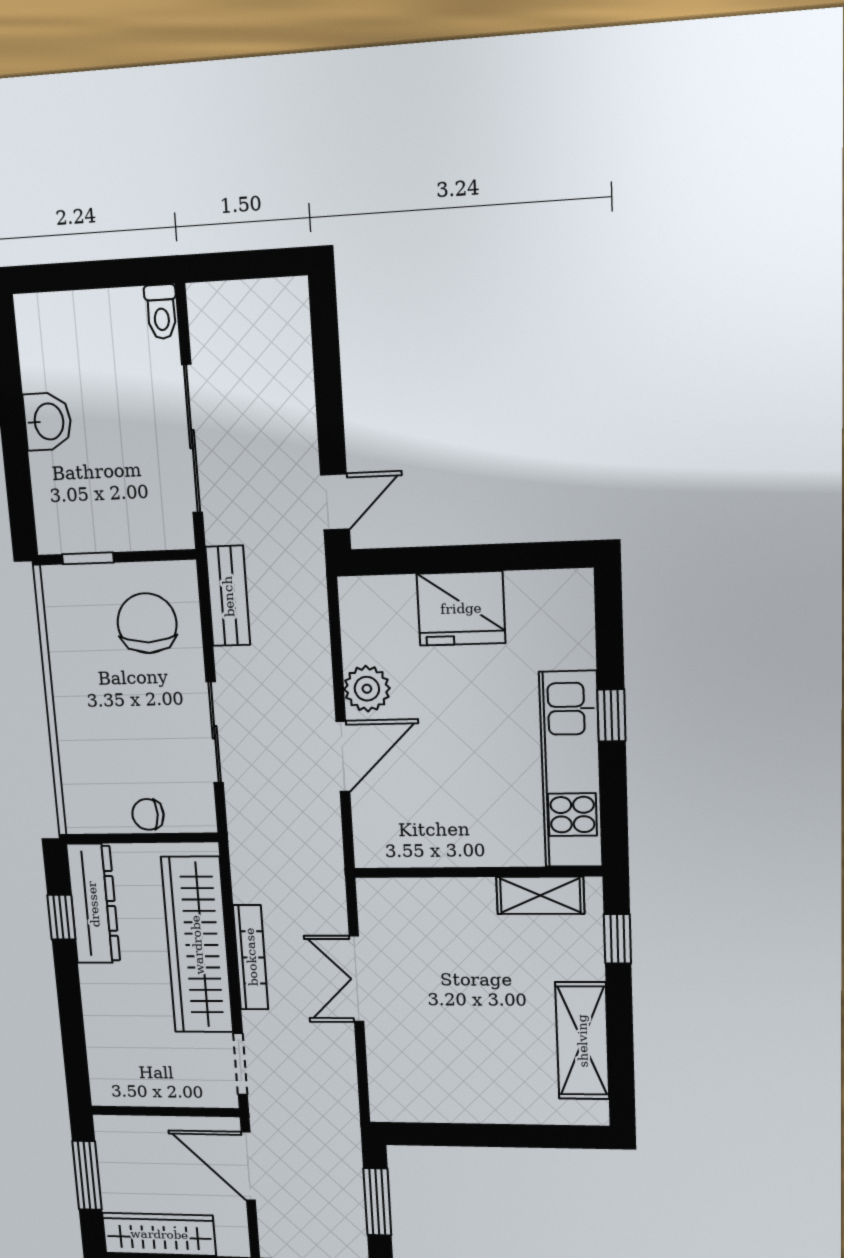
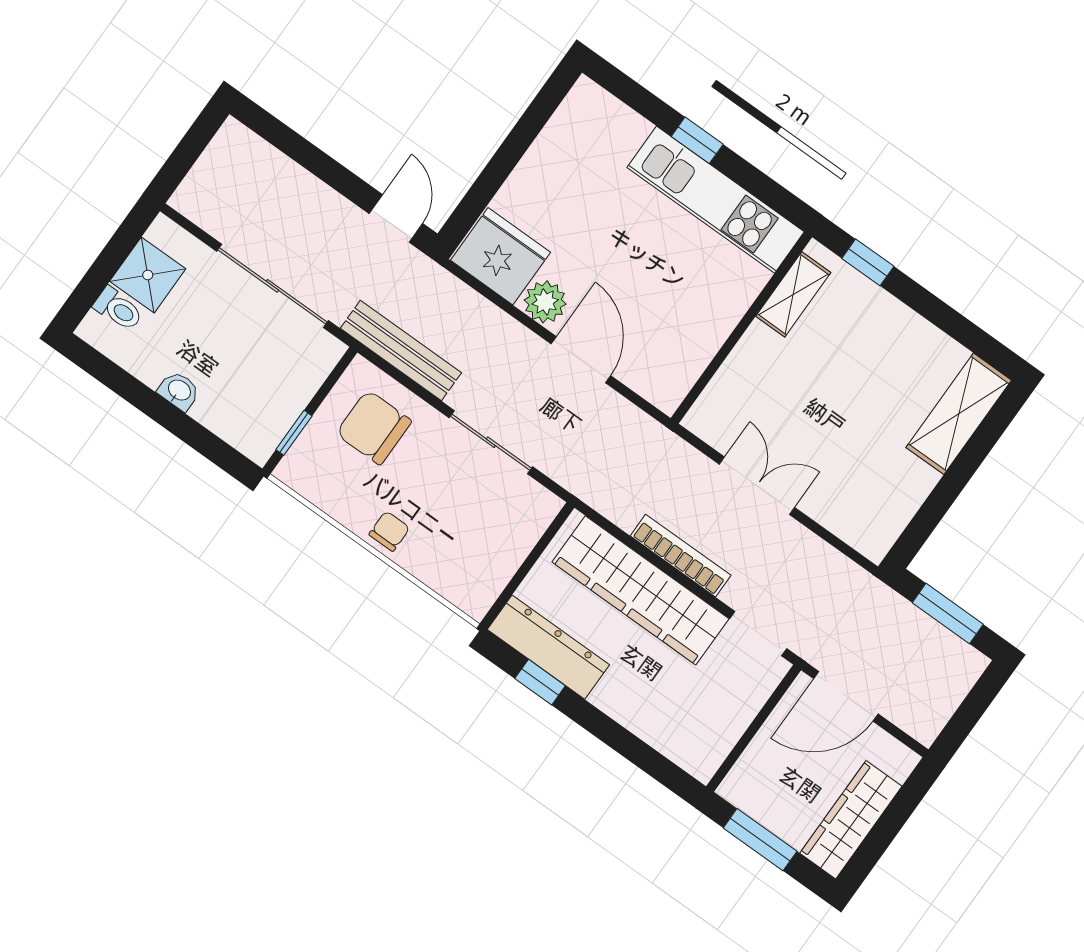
toilet: (161, 312) -> (118, 309), moved
shower: (113, 320) -> (148, 275), added
washbasin: (48, 422) -> (179, 391), width x0.72, depth x0.69
bench: (228, 596) -> (401, 350), width x1.36
fridge: (461, 608) -> (500, 256), moved, turned -90
chair: (148, 814) -> (389, 531), moved, turned 180
double door: (356, 979) -> (757, 486), swing flipped
shelving: (582, 1041) -> (959, 414), moved, turned 90

